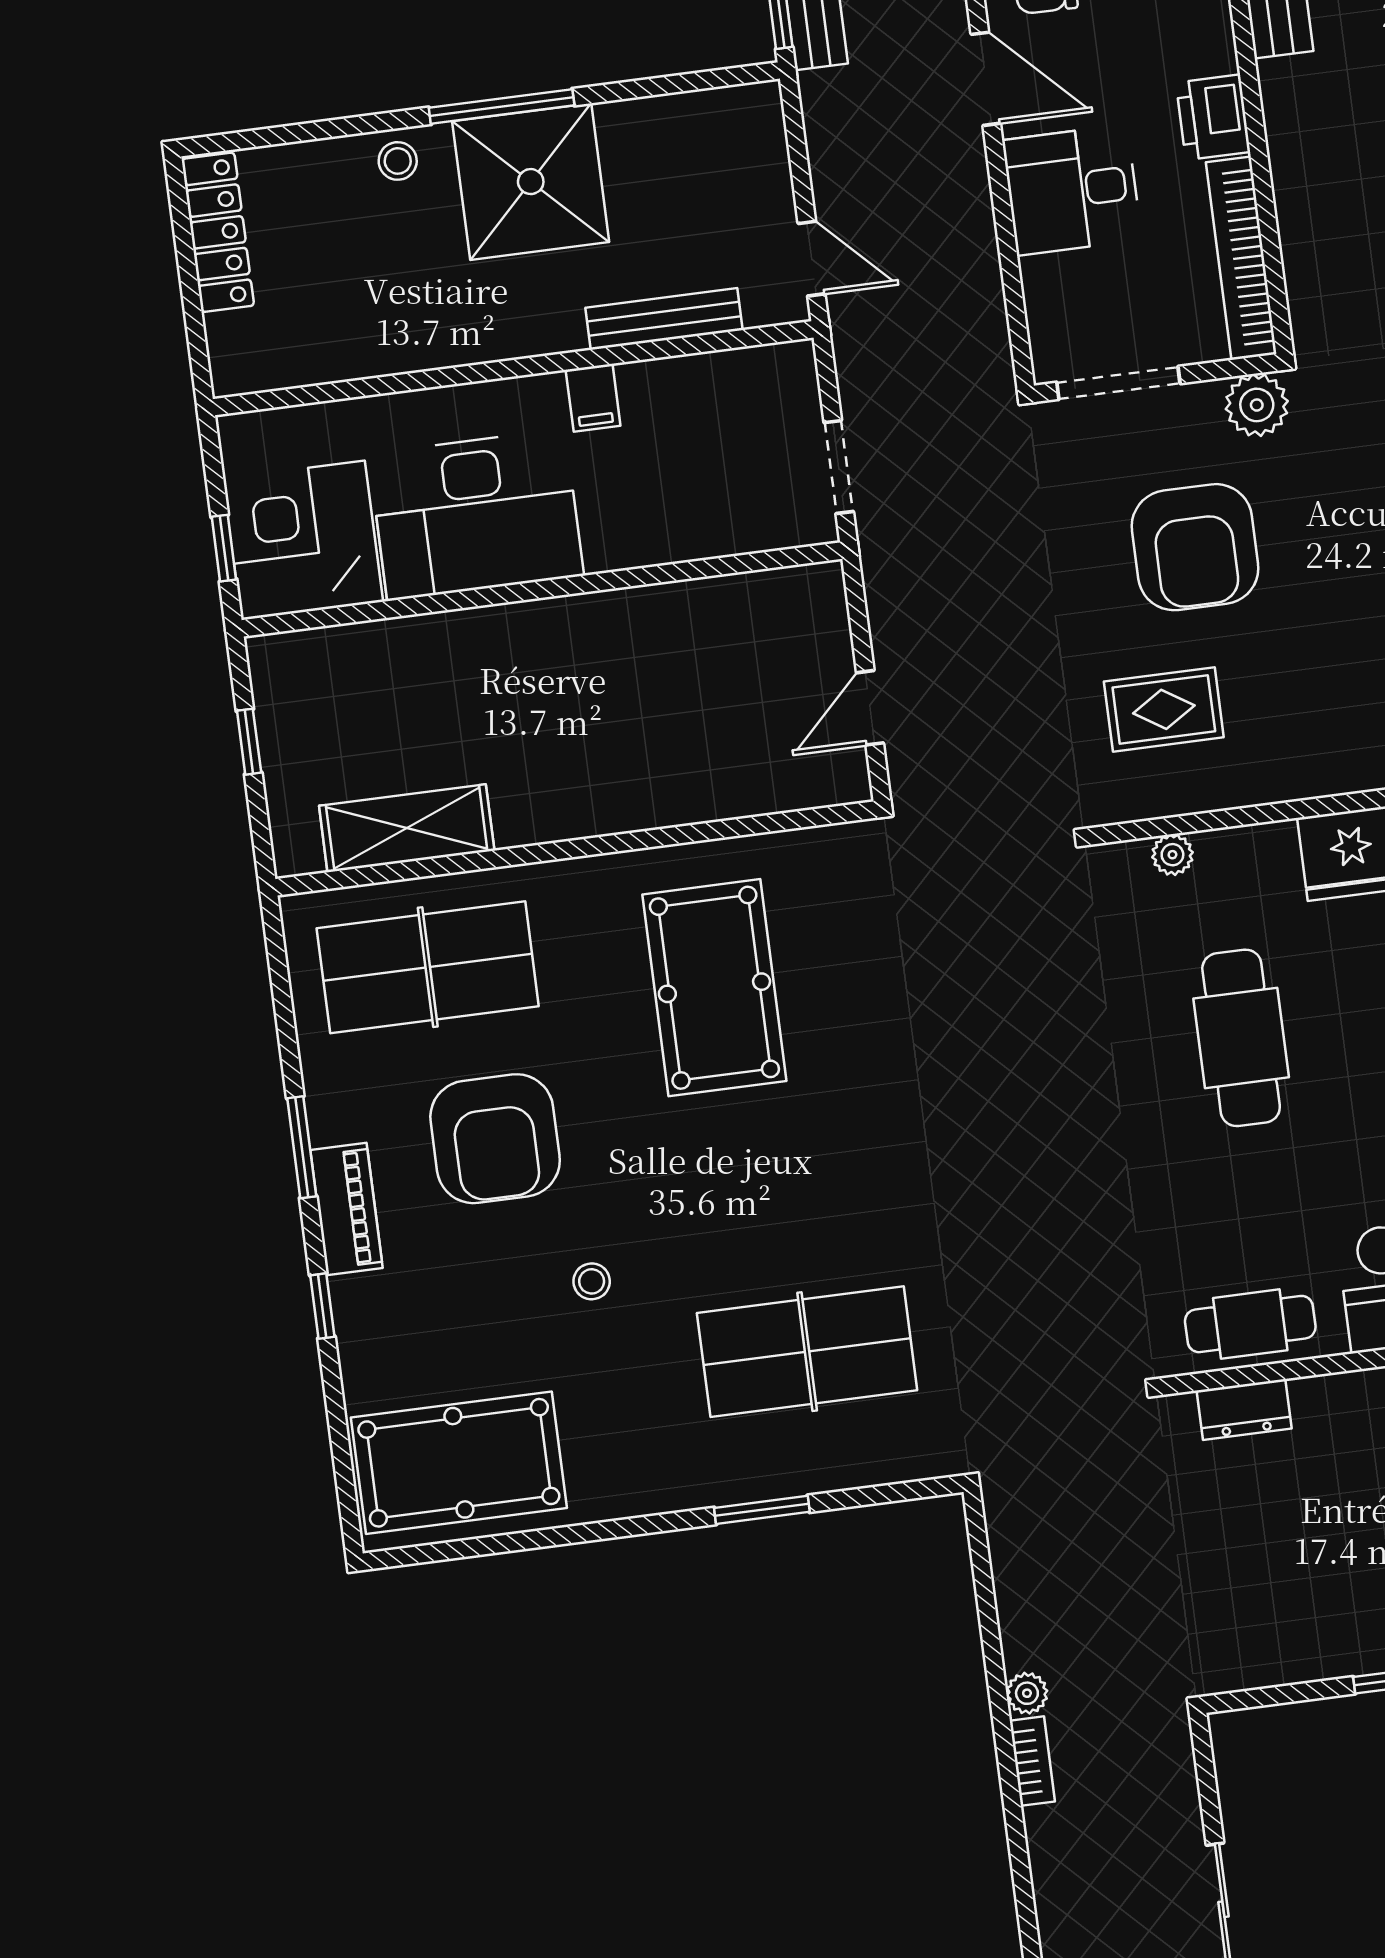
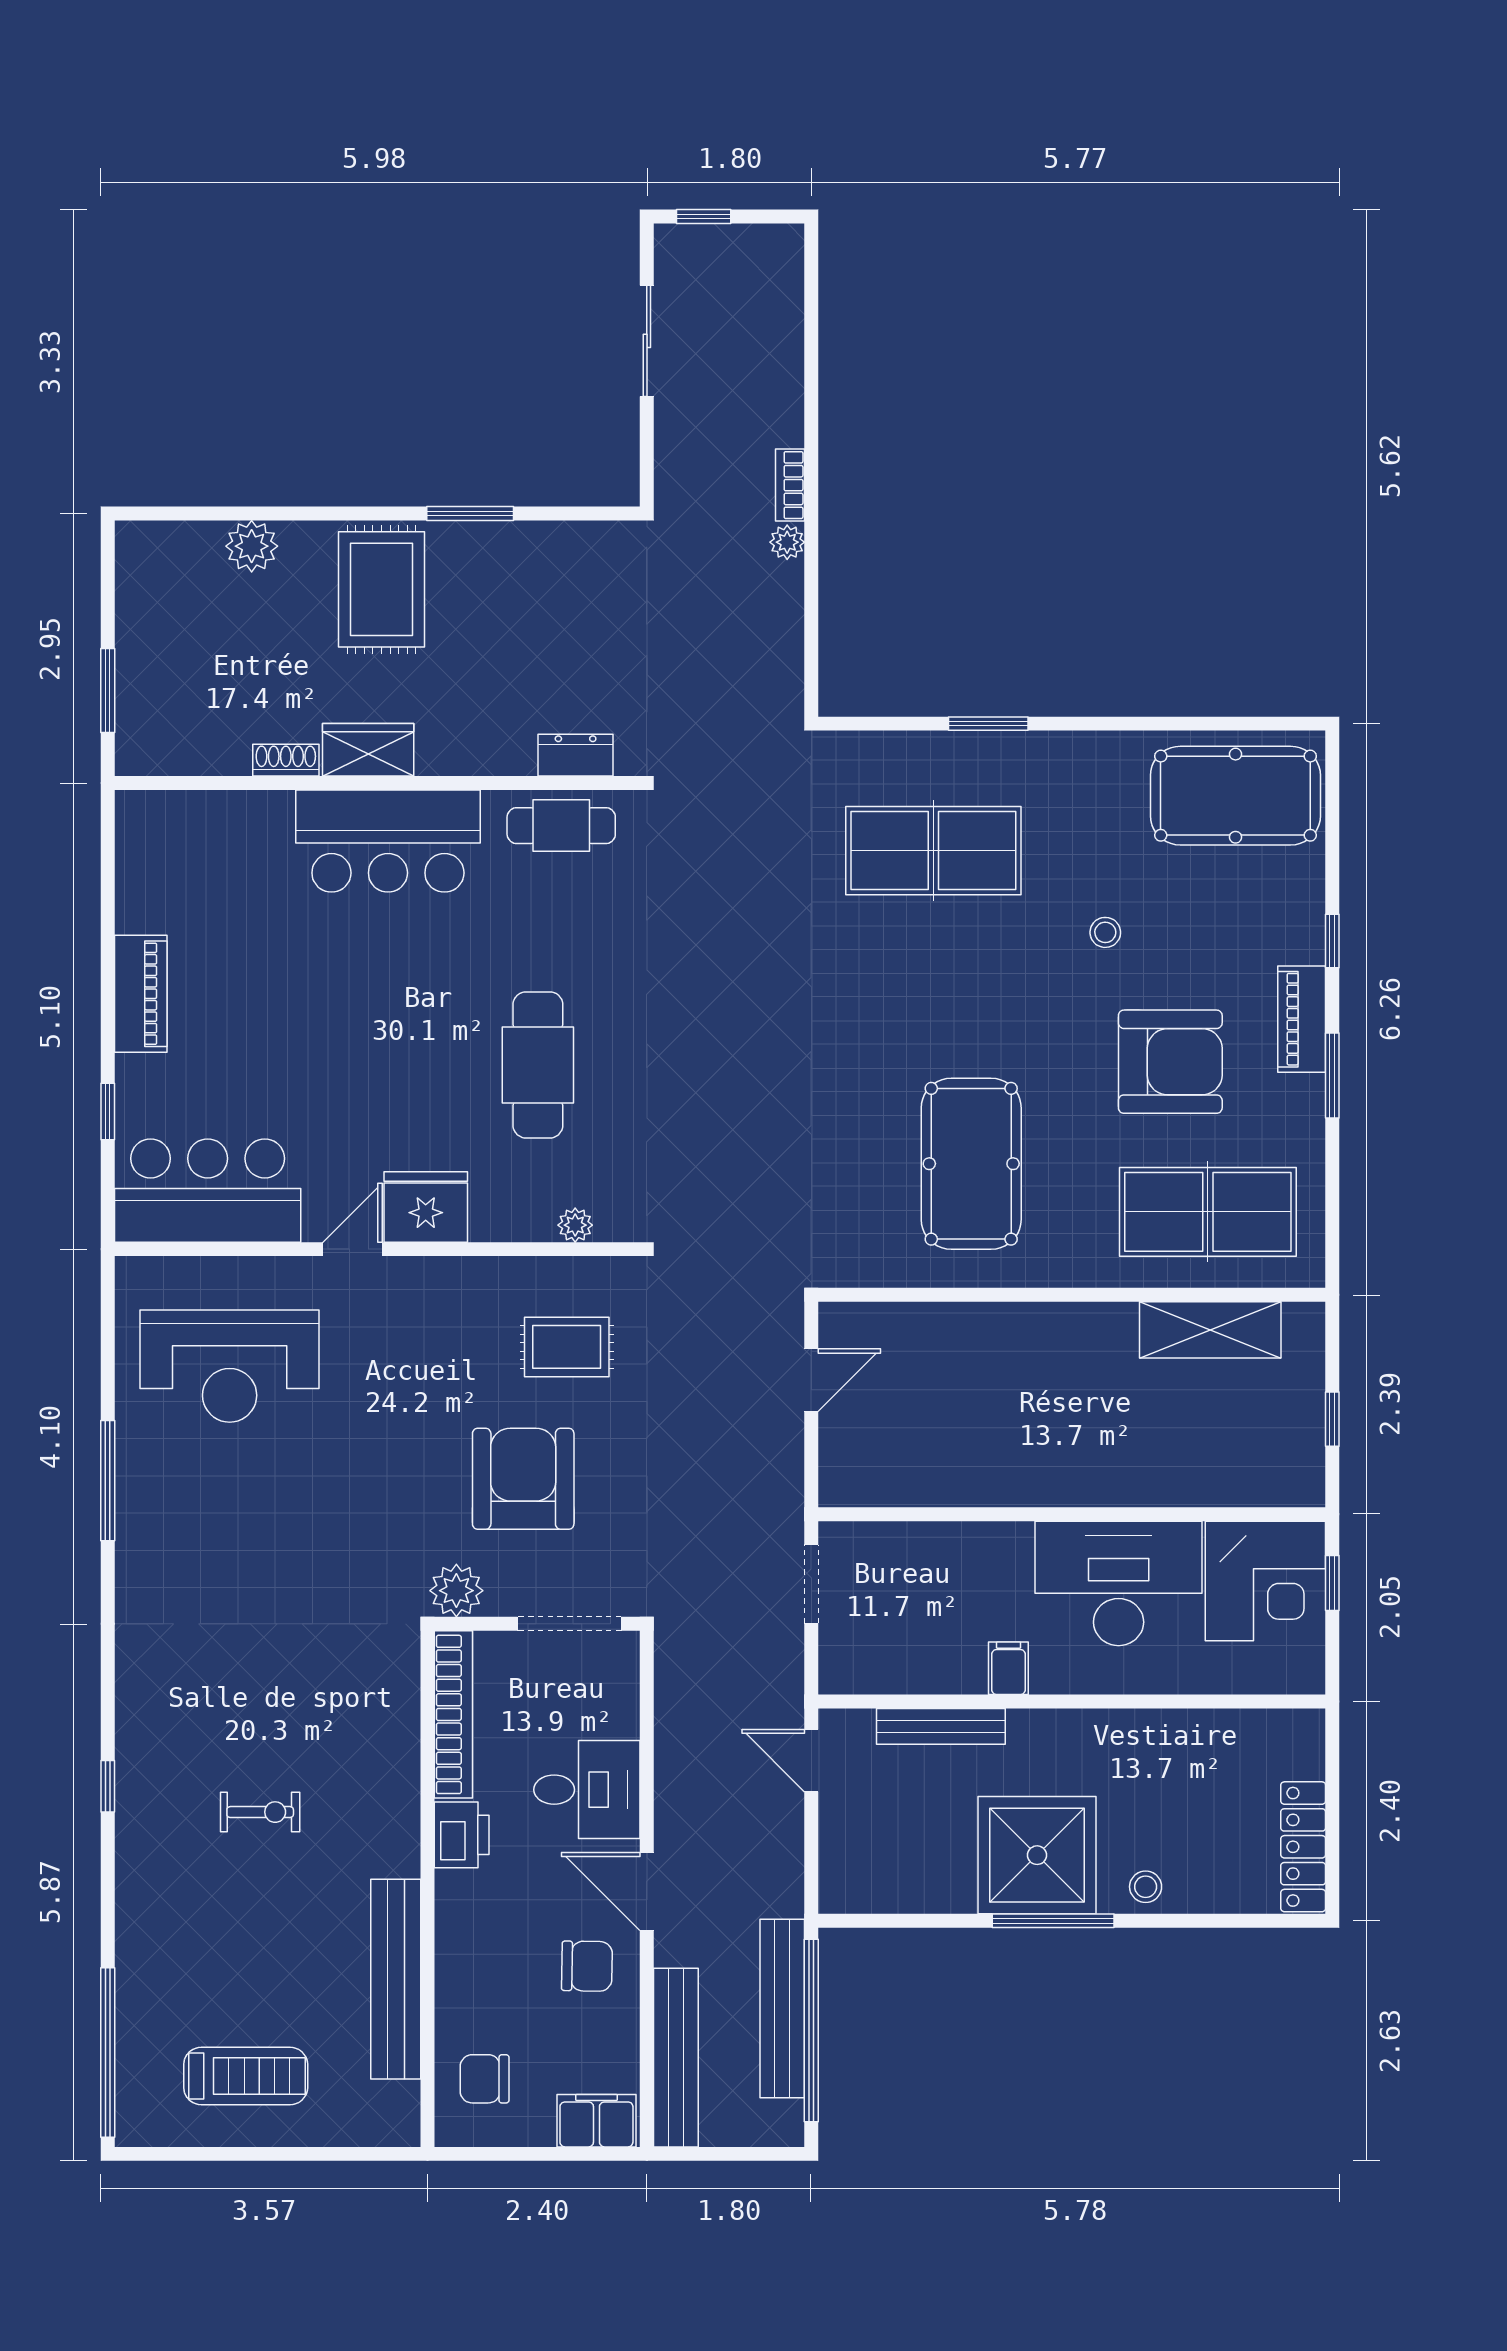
armchair: (495, 1139) -> (1170, 1062), turned 90

